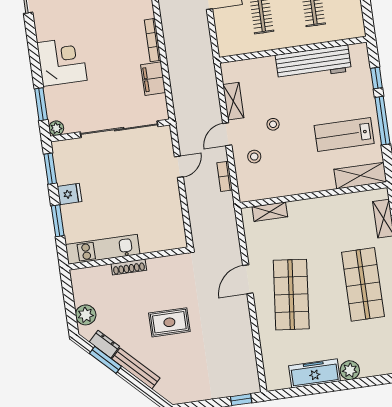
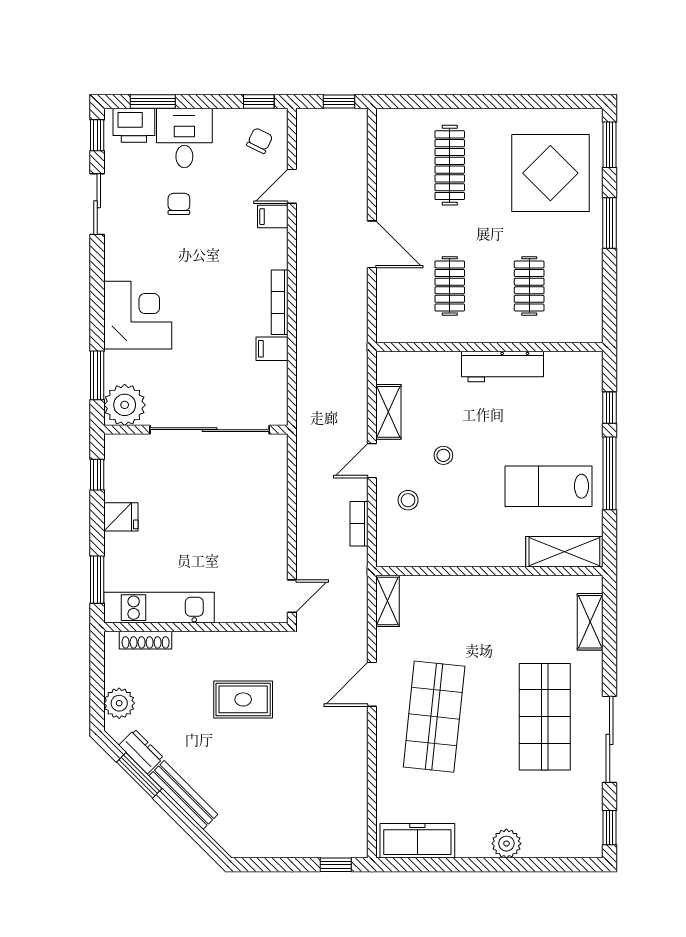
workbench: (313, 63) -> (503, 366), width x0.73, depth x0.76
filing cabinet: (153, 79) -> (272, 349), width x0.50
plant: (56, 128) -> (125, 405), width x1.88, depth x1.88
door: (179, 167) -> (292, 596), moved
window: (50, 169) -> (97, 475), width x0.67
shelving: (270, 212) -> (388, 601), moved, turned 90
window: (58, 221) -> (97, 580), moved
shoe rack: (129, 267) -> (146, 640), moved
rug: (169, 322) -> (243, 699), moved
freezer: (315, 373) -> (417, 841), moved

